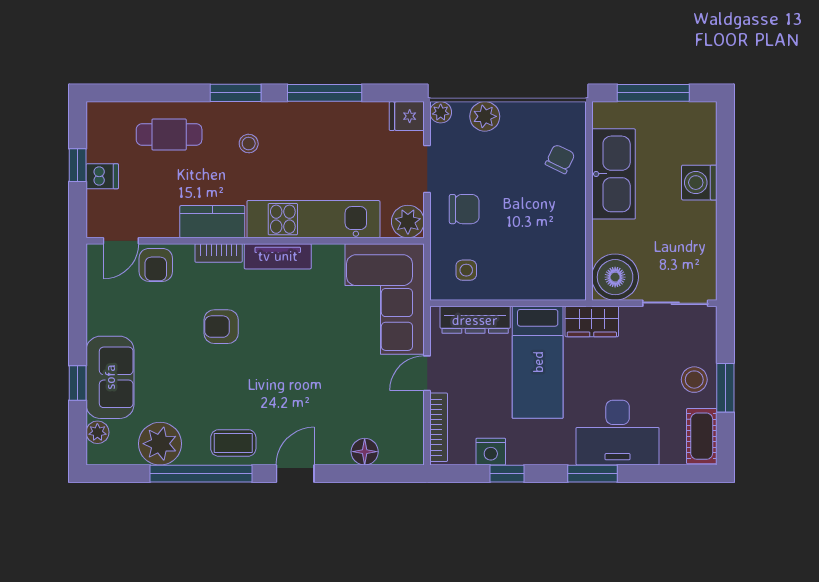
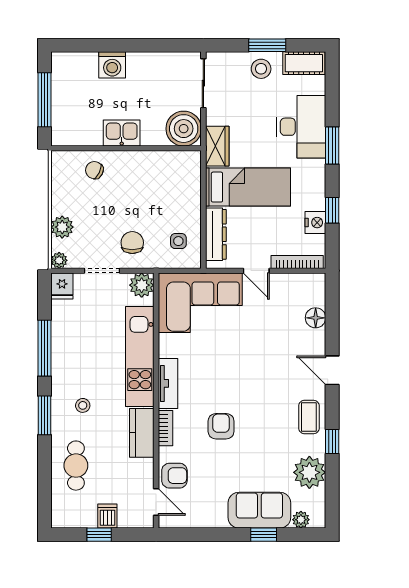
kitchen sink: (614, 174) -> (122, 133), width x0.53, depth x0.81
armchair: (221, 327) -> (221, 426), turned 180
window: (201, 474) -> (332, 441), width x0.32

